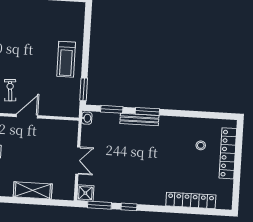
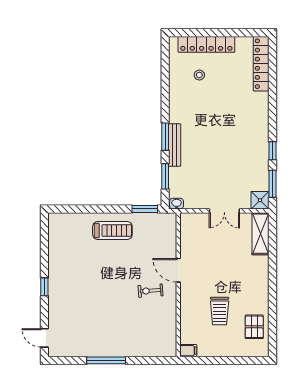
double door: (78, 161) -> (224, 211), swing flipped
shelving: (33, 190) -> (260, 234), moved
locker: (191, 200) -> (261, 64), moved

